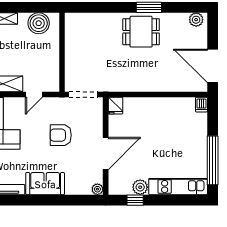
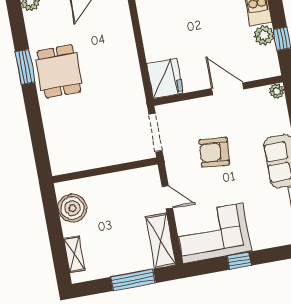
fridge: (115, 106) -> (165, 78), width x1.88, depth x1.34
armchair: (61, 135) -> (214, 152), turned 95
door: (106, 153) -> (228, 89), width x0.73

